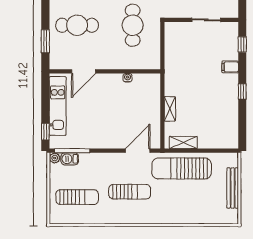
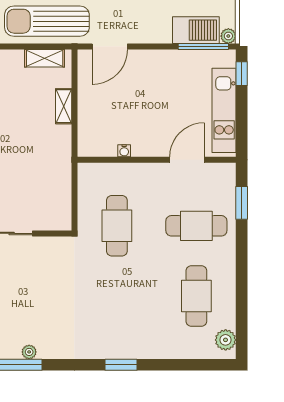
barbecue: (70, 159) -> (196, 30), width x1.88, depth x1.53
sun lounger: (182, 168) -> (47, 21), turned 180

